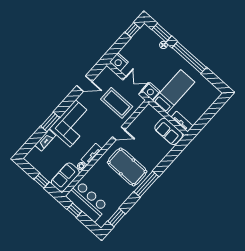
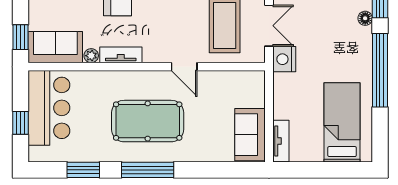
bed: (174, 91) -> (342, 122), moved, turned -90
pool table: (127, 167) -> (148, 121), turned 90
window: (42, 181) -> (20, 37), moved
window: (74, 210) -> (20, 123), moved
window: (116, 218) -> (83, 170), moved

